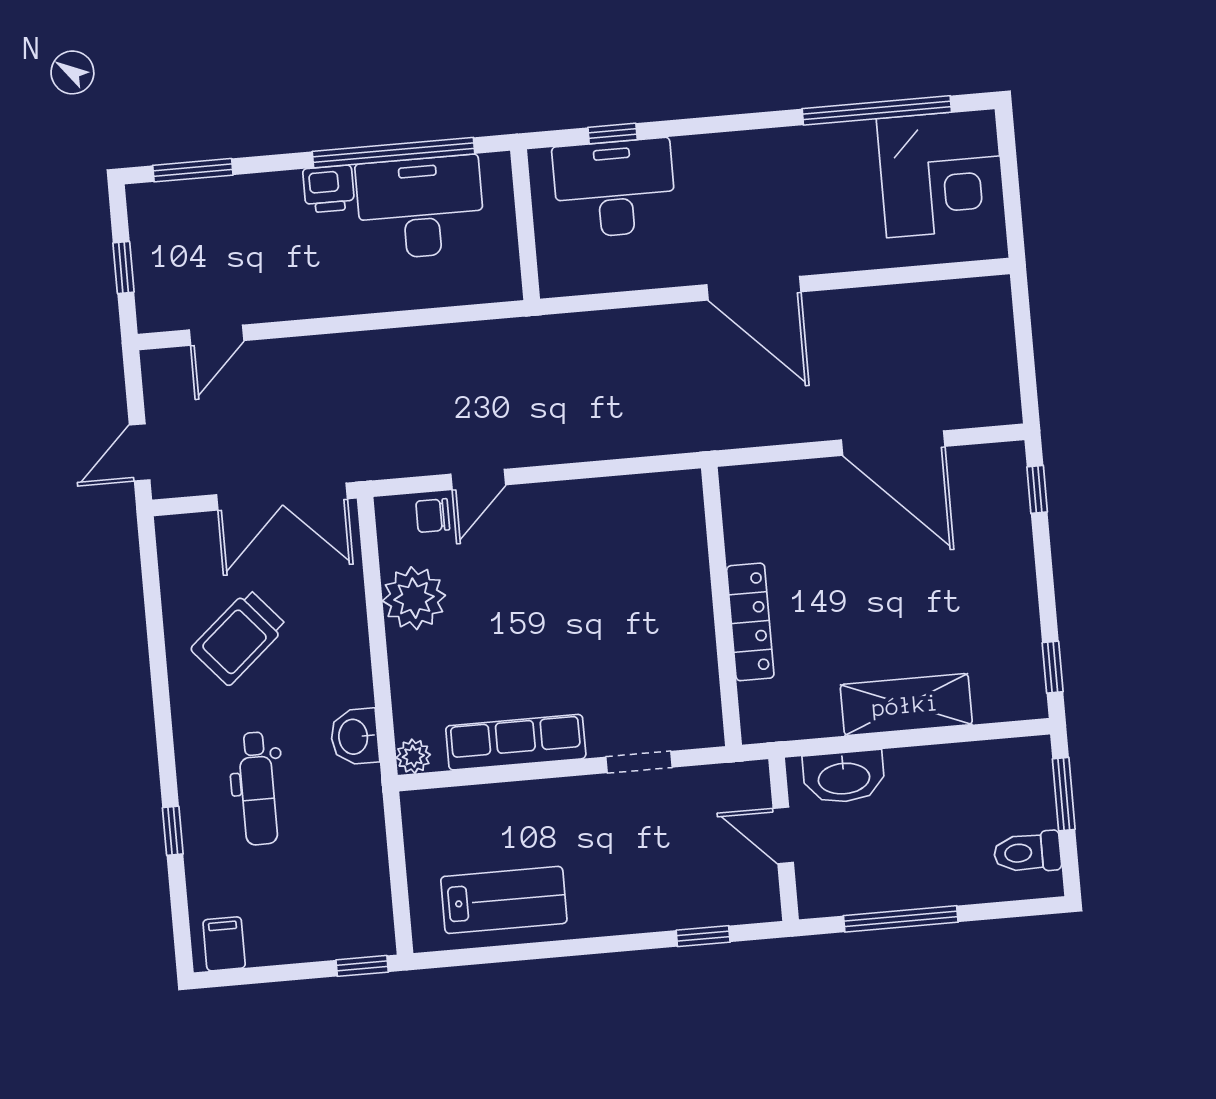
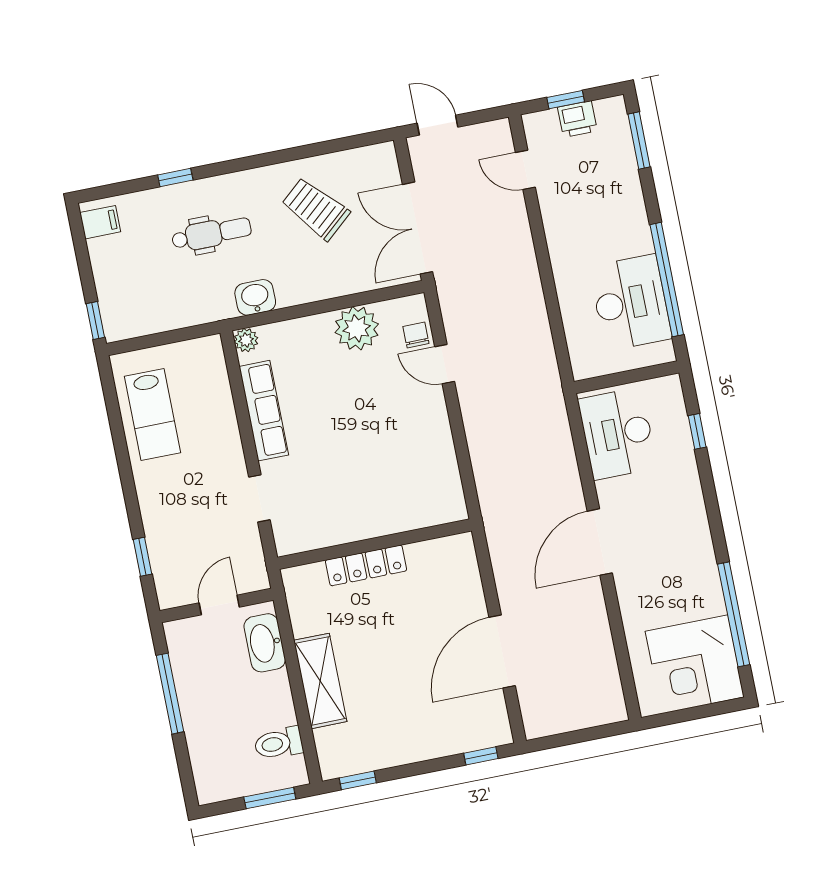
desk: (614, 188) -> (617, 434), moved, turned 180
printer: (329, 189) -> (577, 119), moved, turned -90
dental chair: (258, 788) -> (212, 234), turned 180
toilet: (1027, 852) -> (279, 743), moved, turned -90

